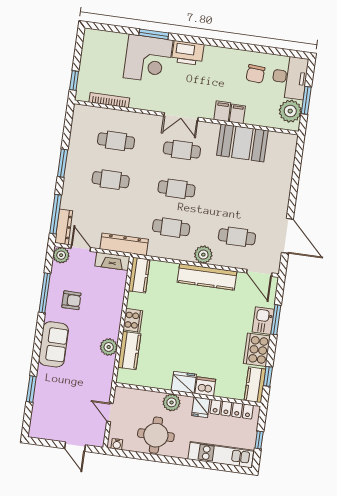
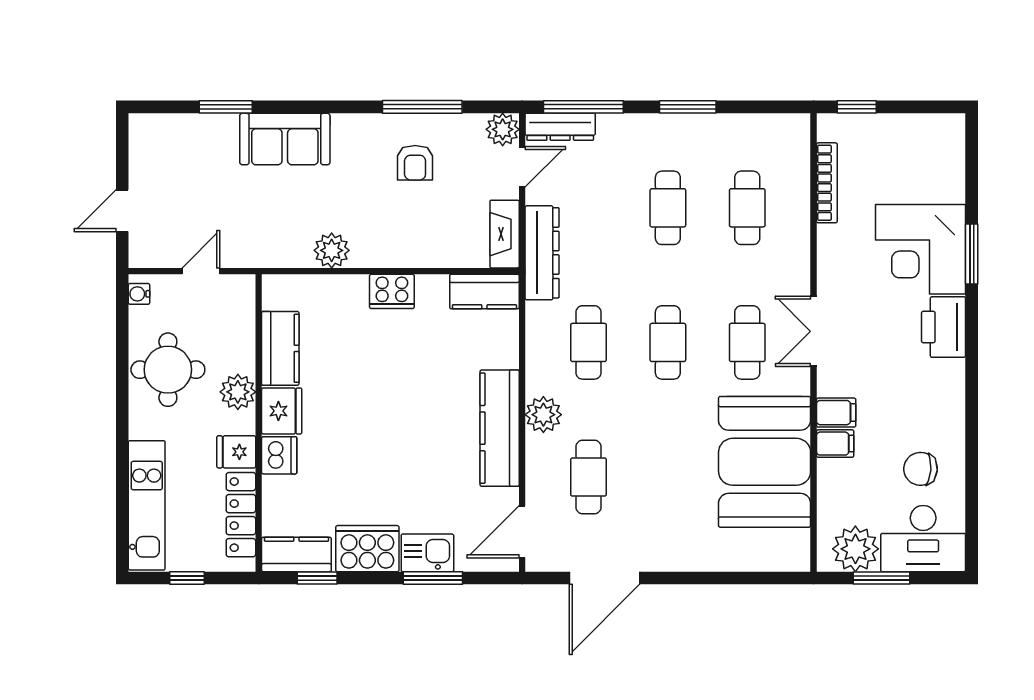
booth: (242, 143) -> (765, 462), width x1.36, depth x1.42
sofa: (54, 344) -> (285, 139), moved
kitchen counter: (129, 351) -> (280, 348), moved, turned -90

